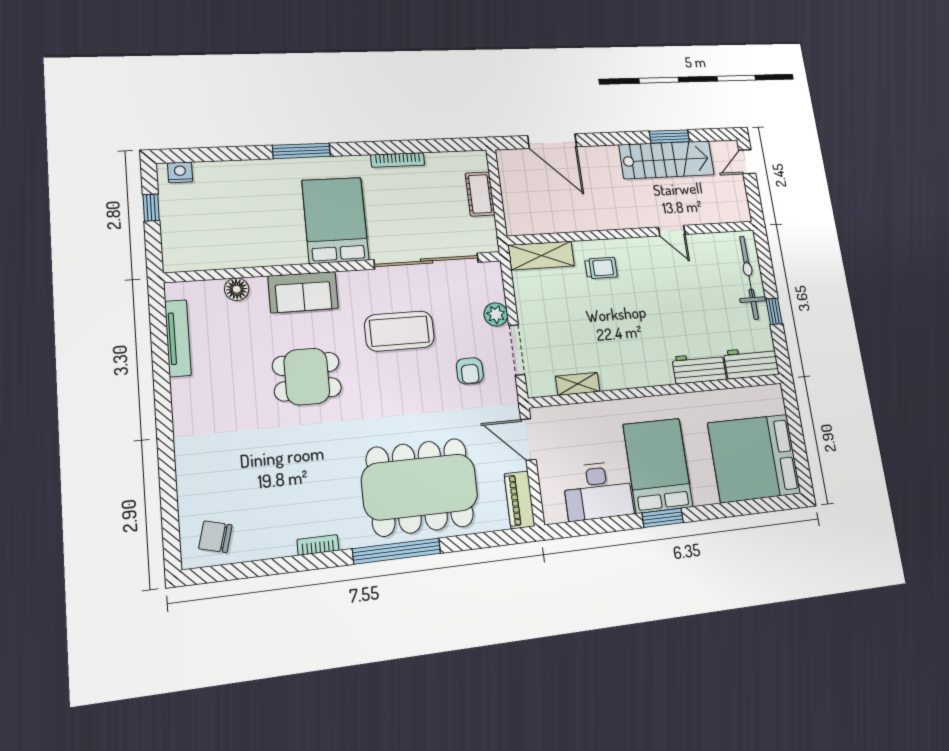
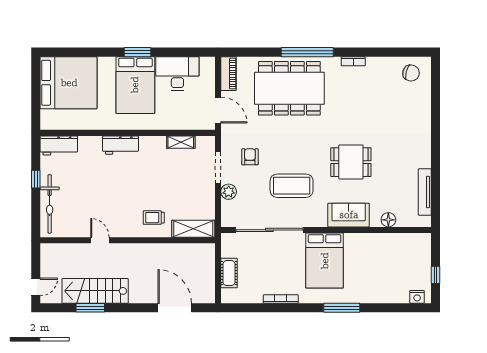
workbench: (699, 368) -> (121, 145), moved

